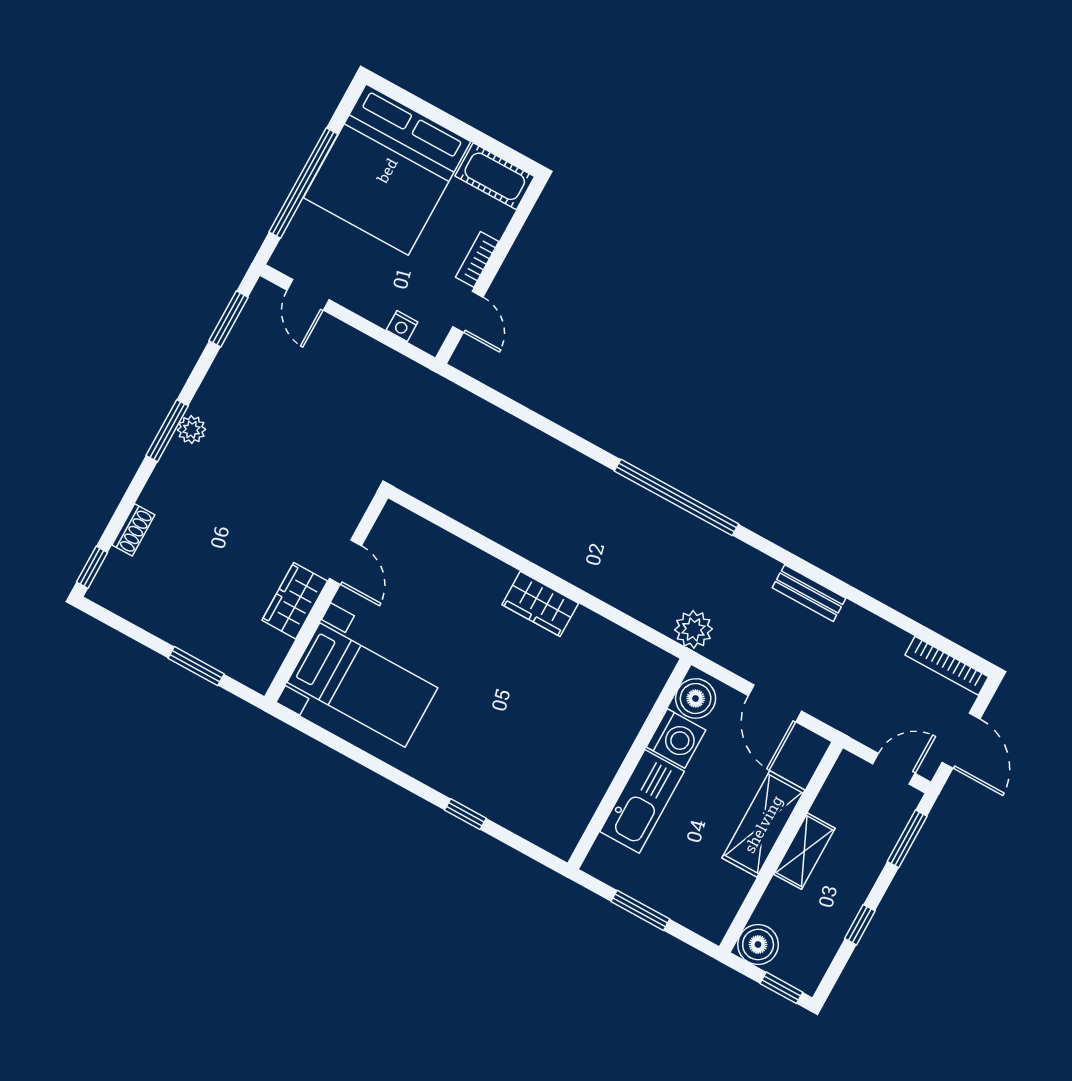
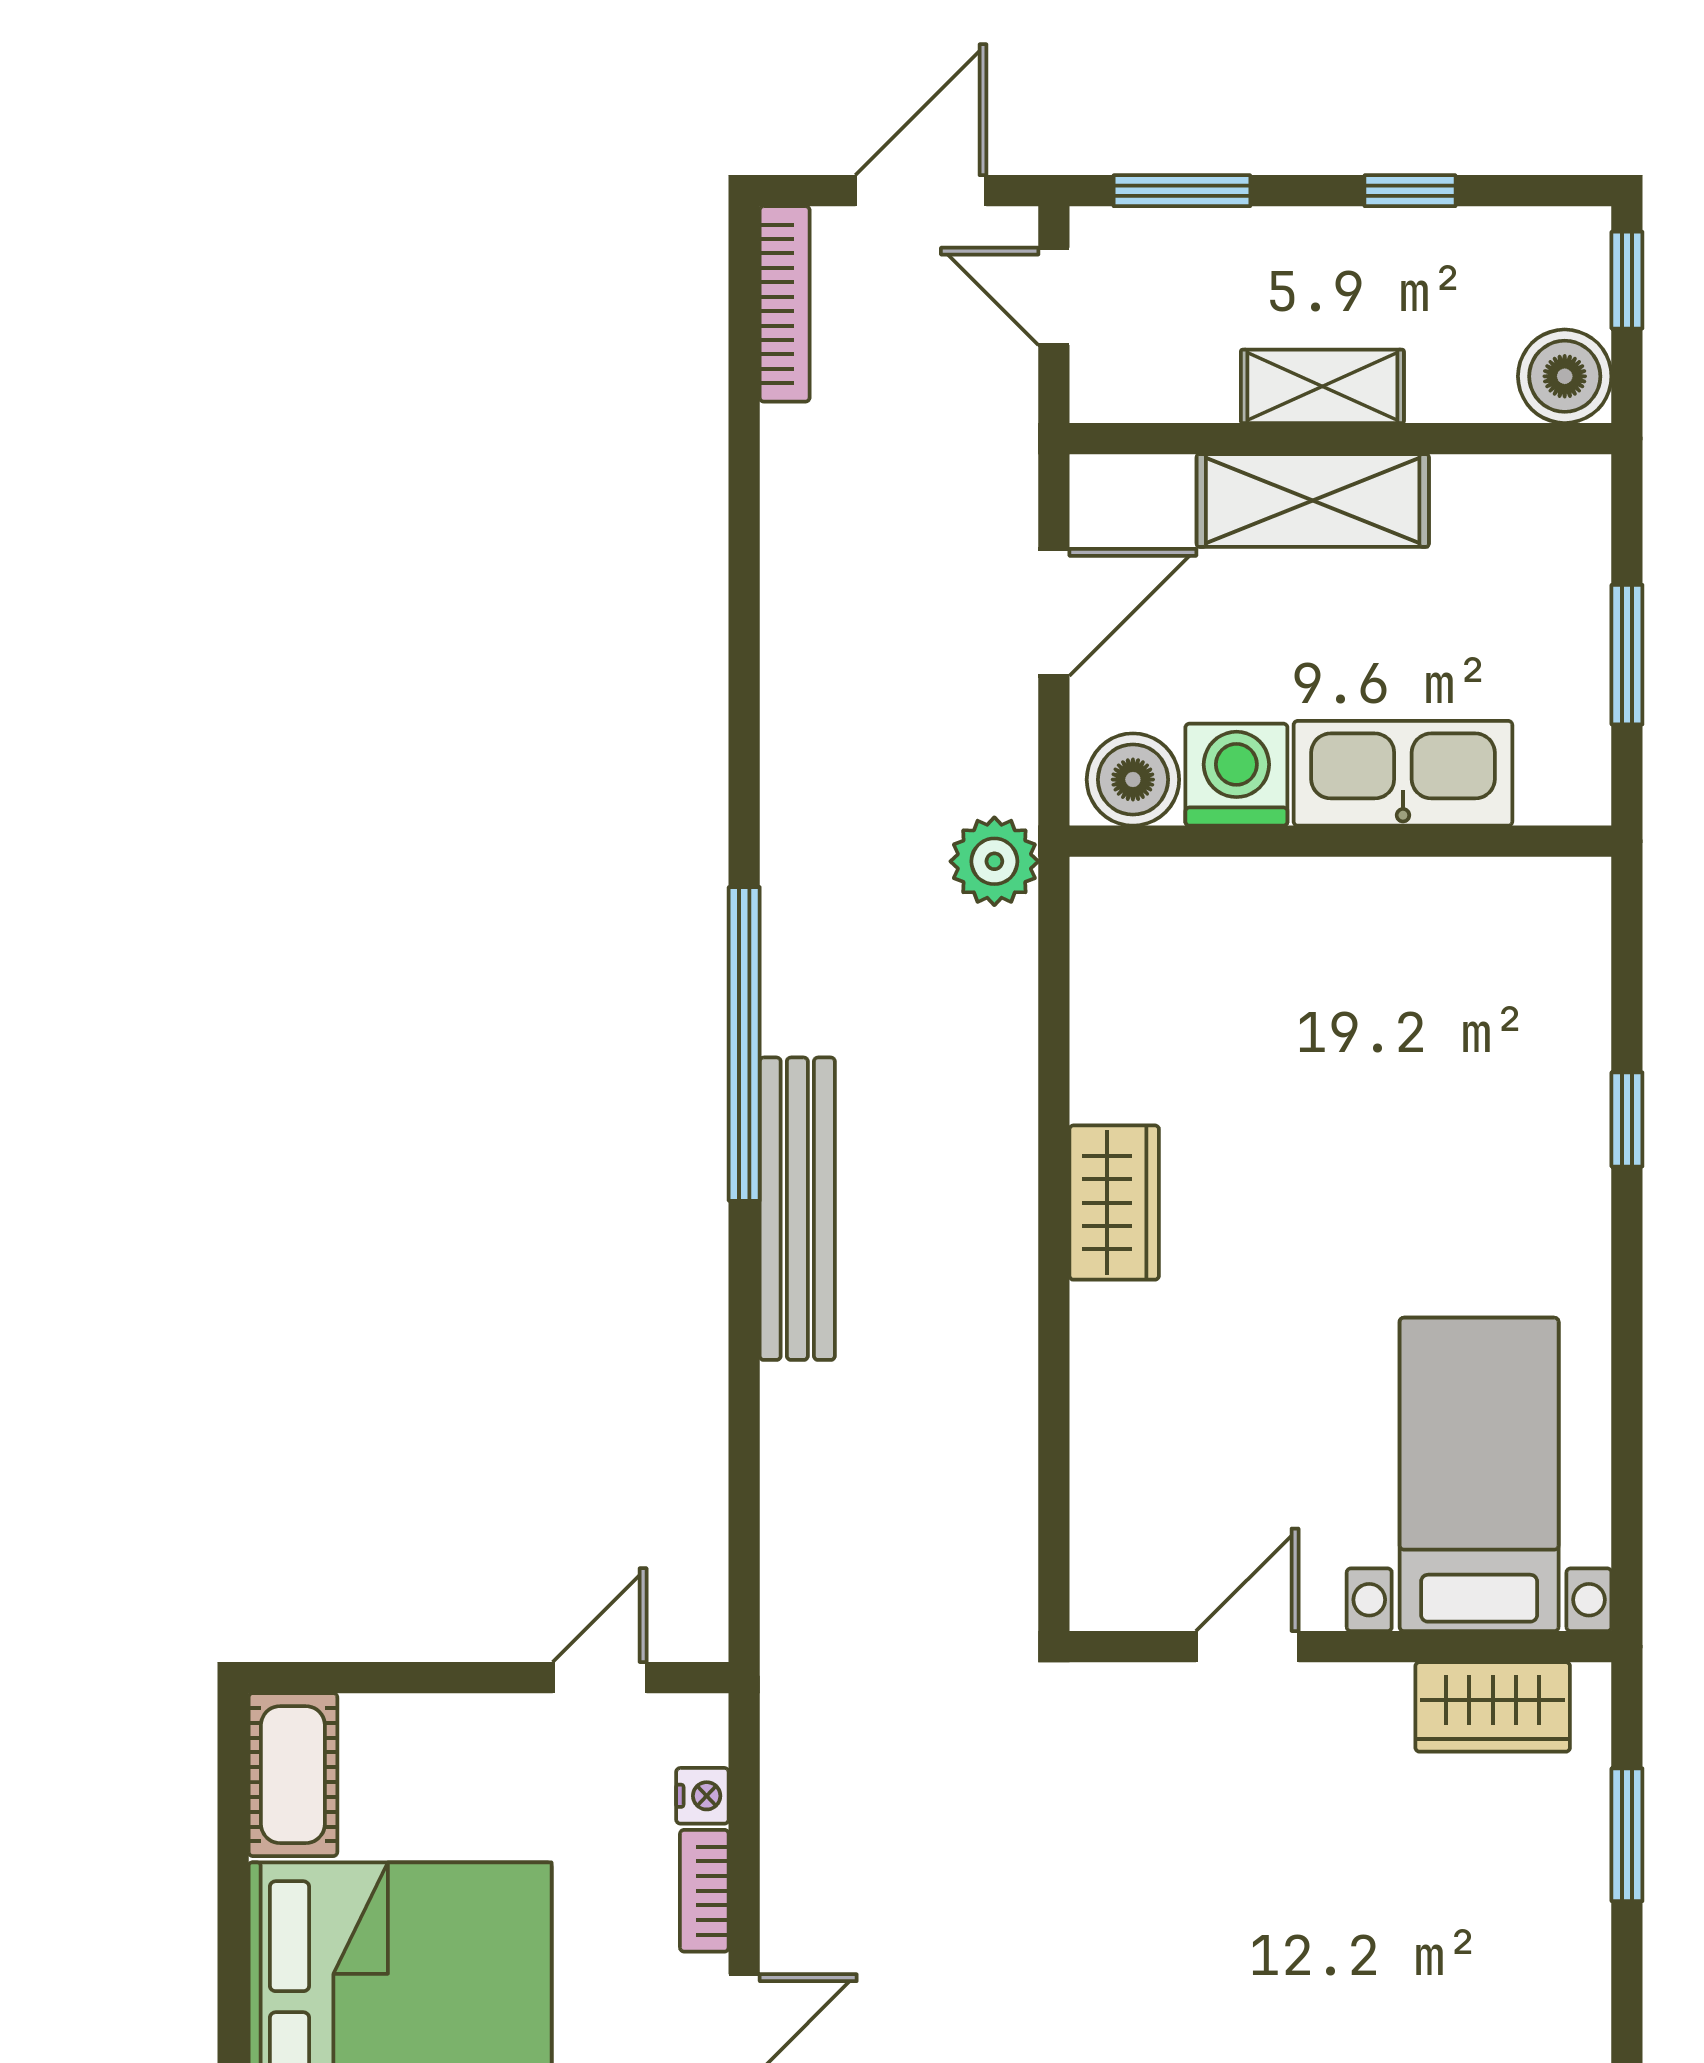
bookcase: (477, 259) -> (704, 1891), moved, turned 90
bench: (809, 593) -> (797, 1209), moved, width x1.86, depth x1.21
wardrobe: (295, 601) -> (1493, 1707), moved

